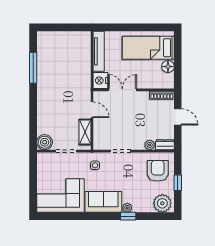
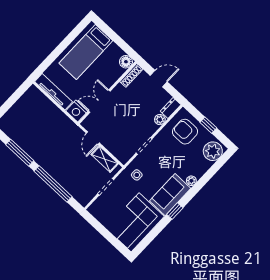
floor lamp: (168, 67) -> (126, 62), moved
door: (92, 110) -> (93, 138), swing flipped
window: (33, 112) -> (53, 184), added
boiler: (45, 142) -> (84, 197), removed
window: (128, 216) -> (175, 211), moved

